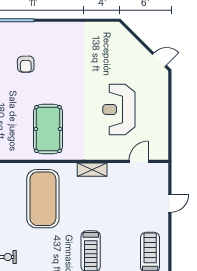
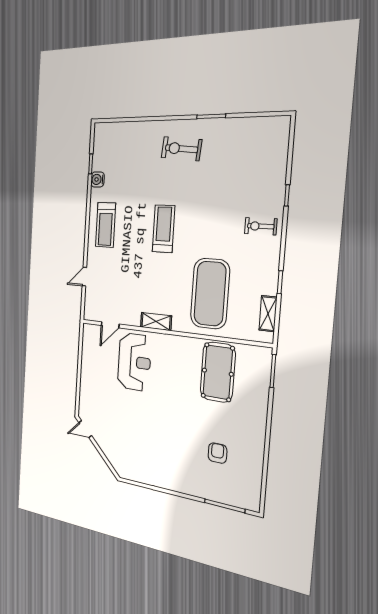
reception desk: (119, 109) -> (134, 362), moved
pool table: (48, 129) -> (218, 372), moved

